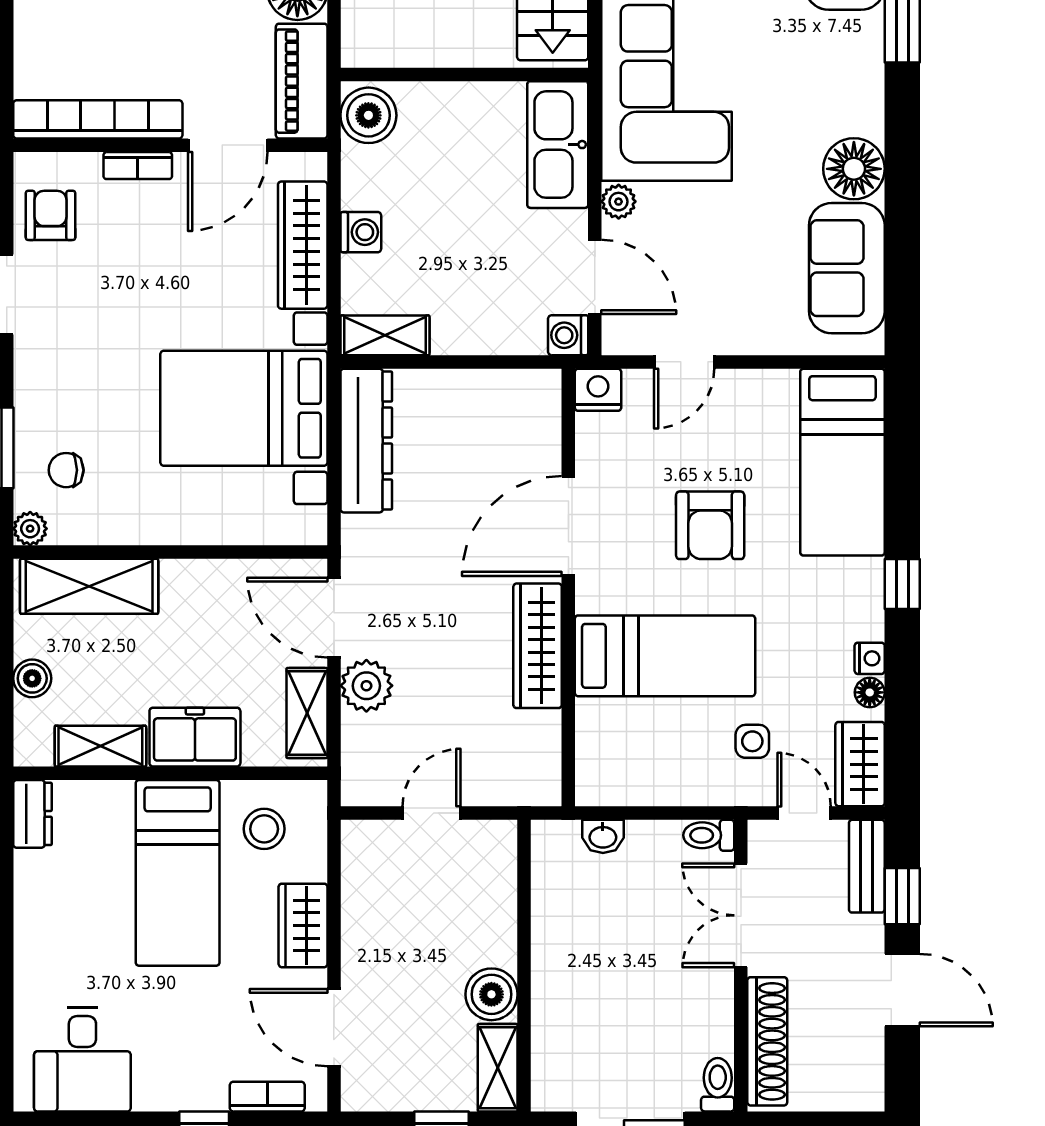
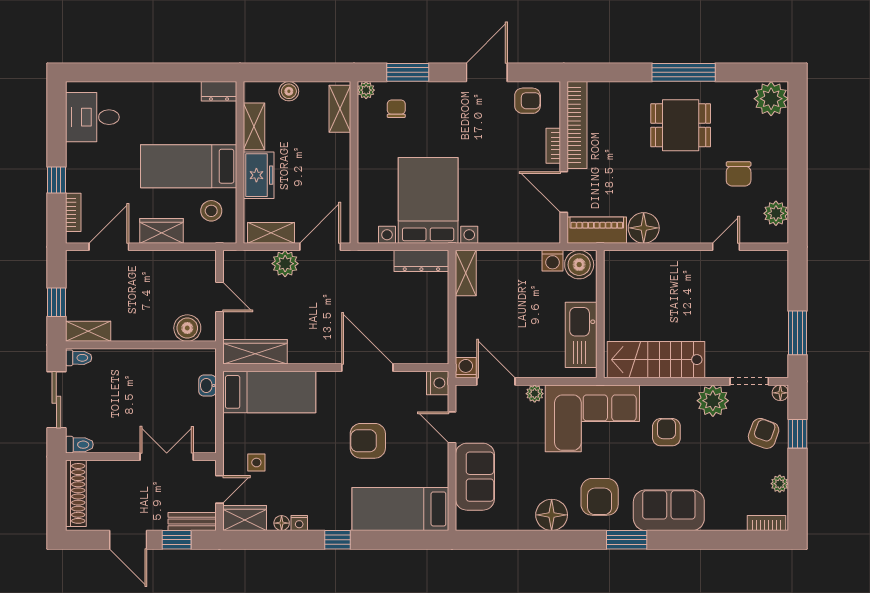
armchair: (819, 76) -> (600, 497), added
kitchen sink: (558, 145) -> (581, 335), moved, turned -90
washing machine: (361, 232) -> (552, 261), moved
wardrobe: (303, 245) -> (512, 231), removed
sofa: (847, 268) -> (475, 477), moved, turned 90
door: (595, 277) -> (496, 381), swing flipped
dresser: (366, 441) -> (421, 261), width x0.73, depth x0.80
shelving: (89, 586) -> (340, 109), width x0.67, depth x0.75
wardrobe: (538, 646) -> (255, 352), moved
bed: (665, 656) -> (269, 392), moved, turned -90
toilet: (709, 835) -> (79, 358), moved, turned 90
door: (902, 990) -> (128, 540), hinge flipped
boiler: (491, 994) -> (187, 328), moved
shoe rack: (767, 1041) -> (76, 493), moved, turned -90

